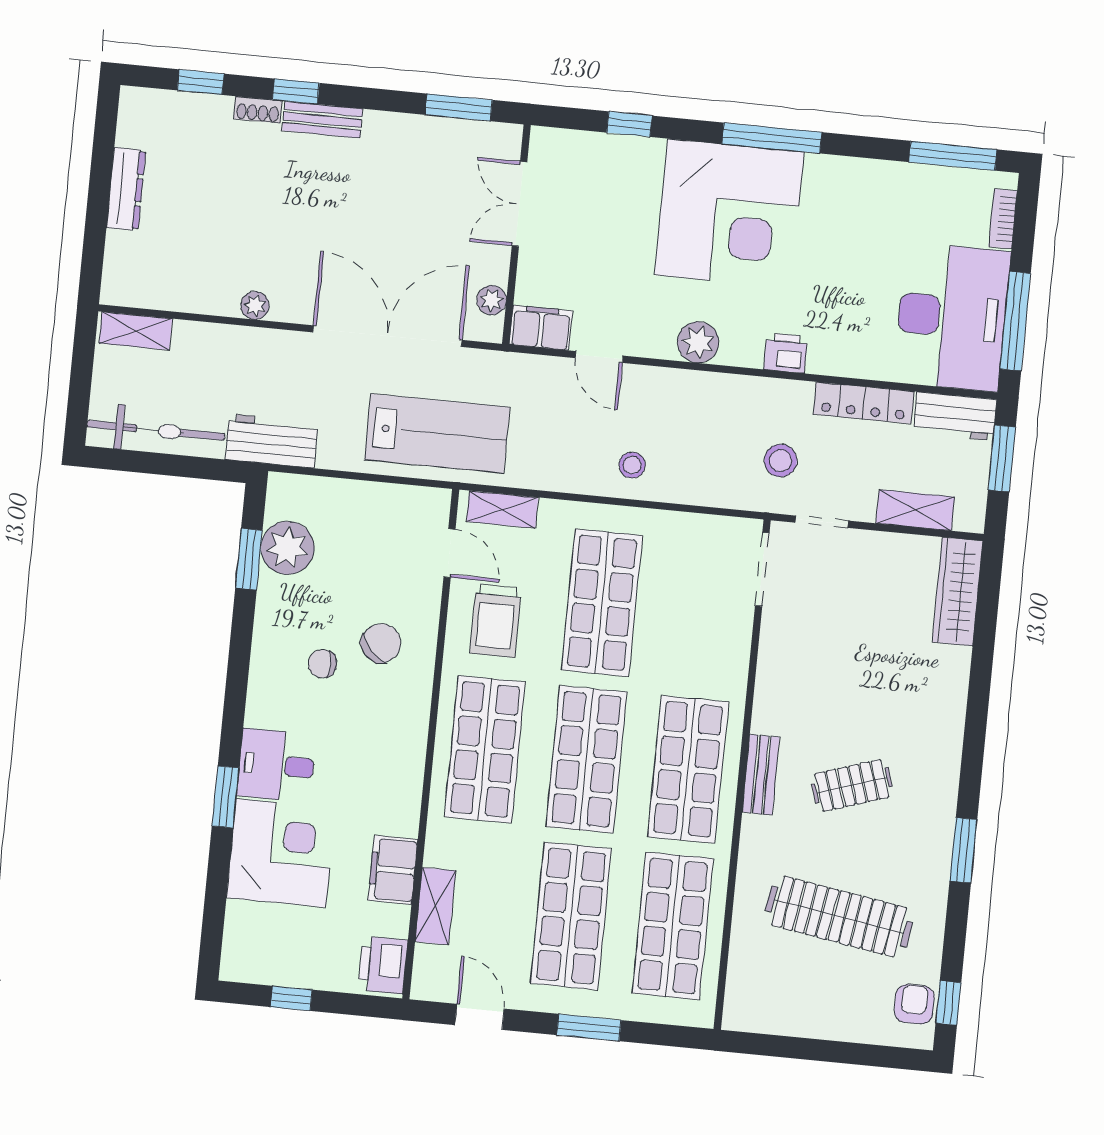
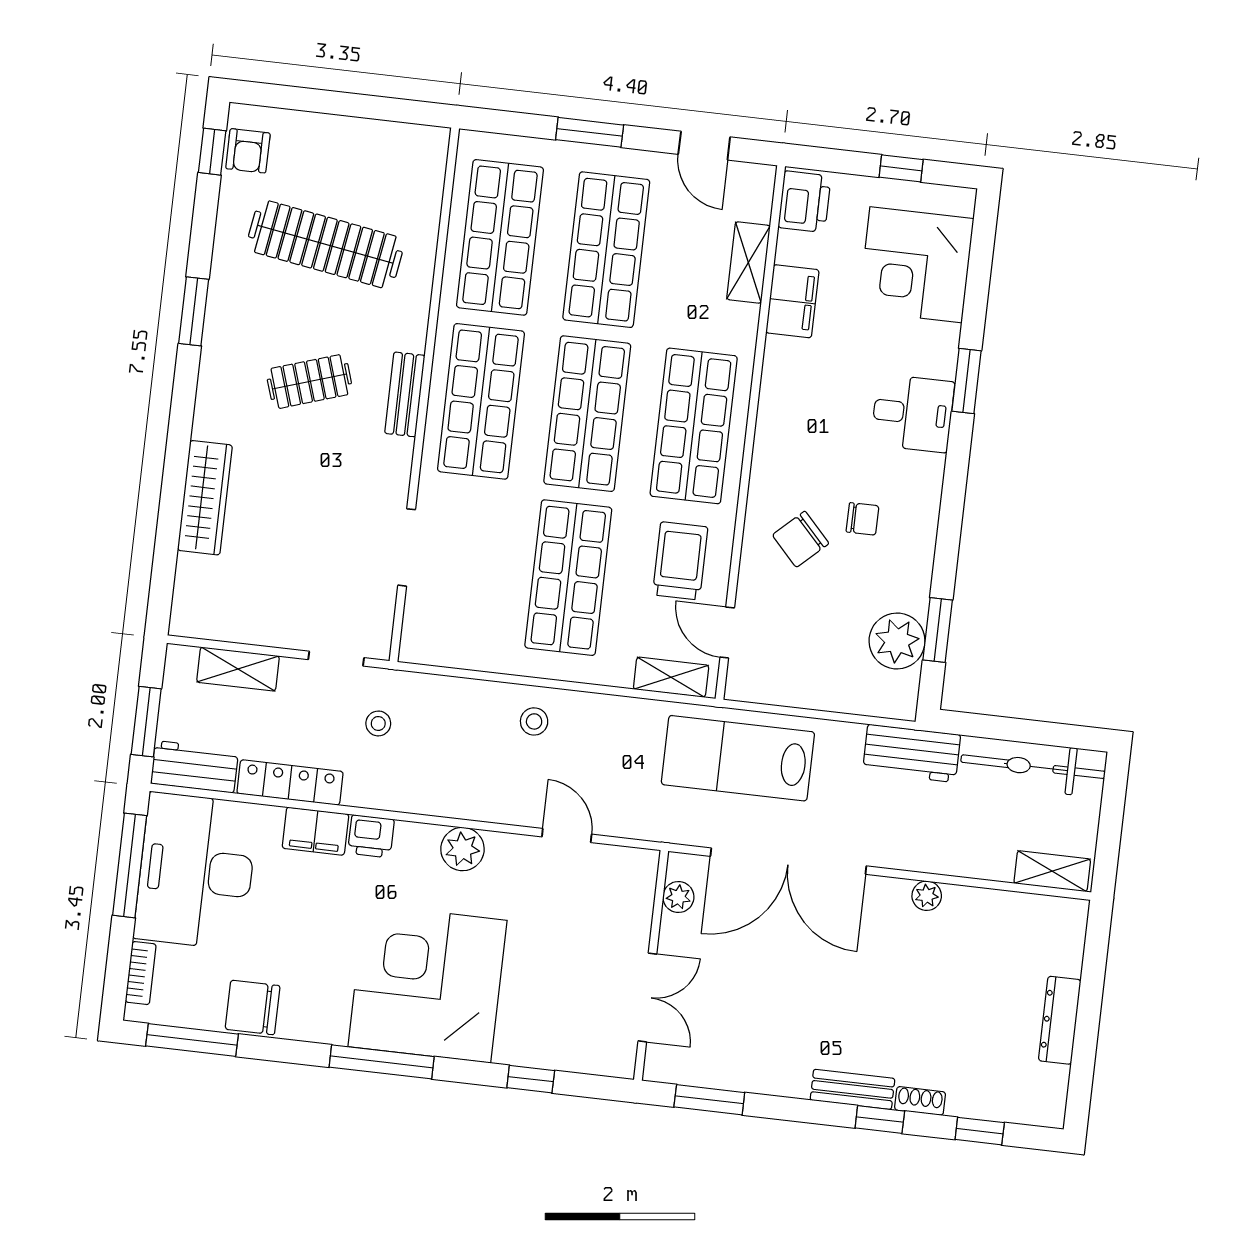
chair: (896, 188) -> (253, 1007), added
filing cabinet: (541, 328) -> (315, 831), moved
stool: (781, 461) -> (378, 723), width x0.73, depth x0.73
doorway: (762, 569) -> (407, 547), moved
wardrobe: (958, 592) -> (205, 498), moved
corner desk: (281, 853) -> (916, 265), moved

